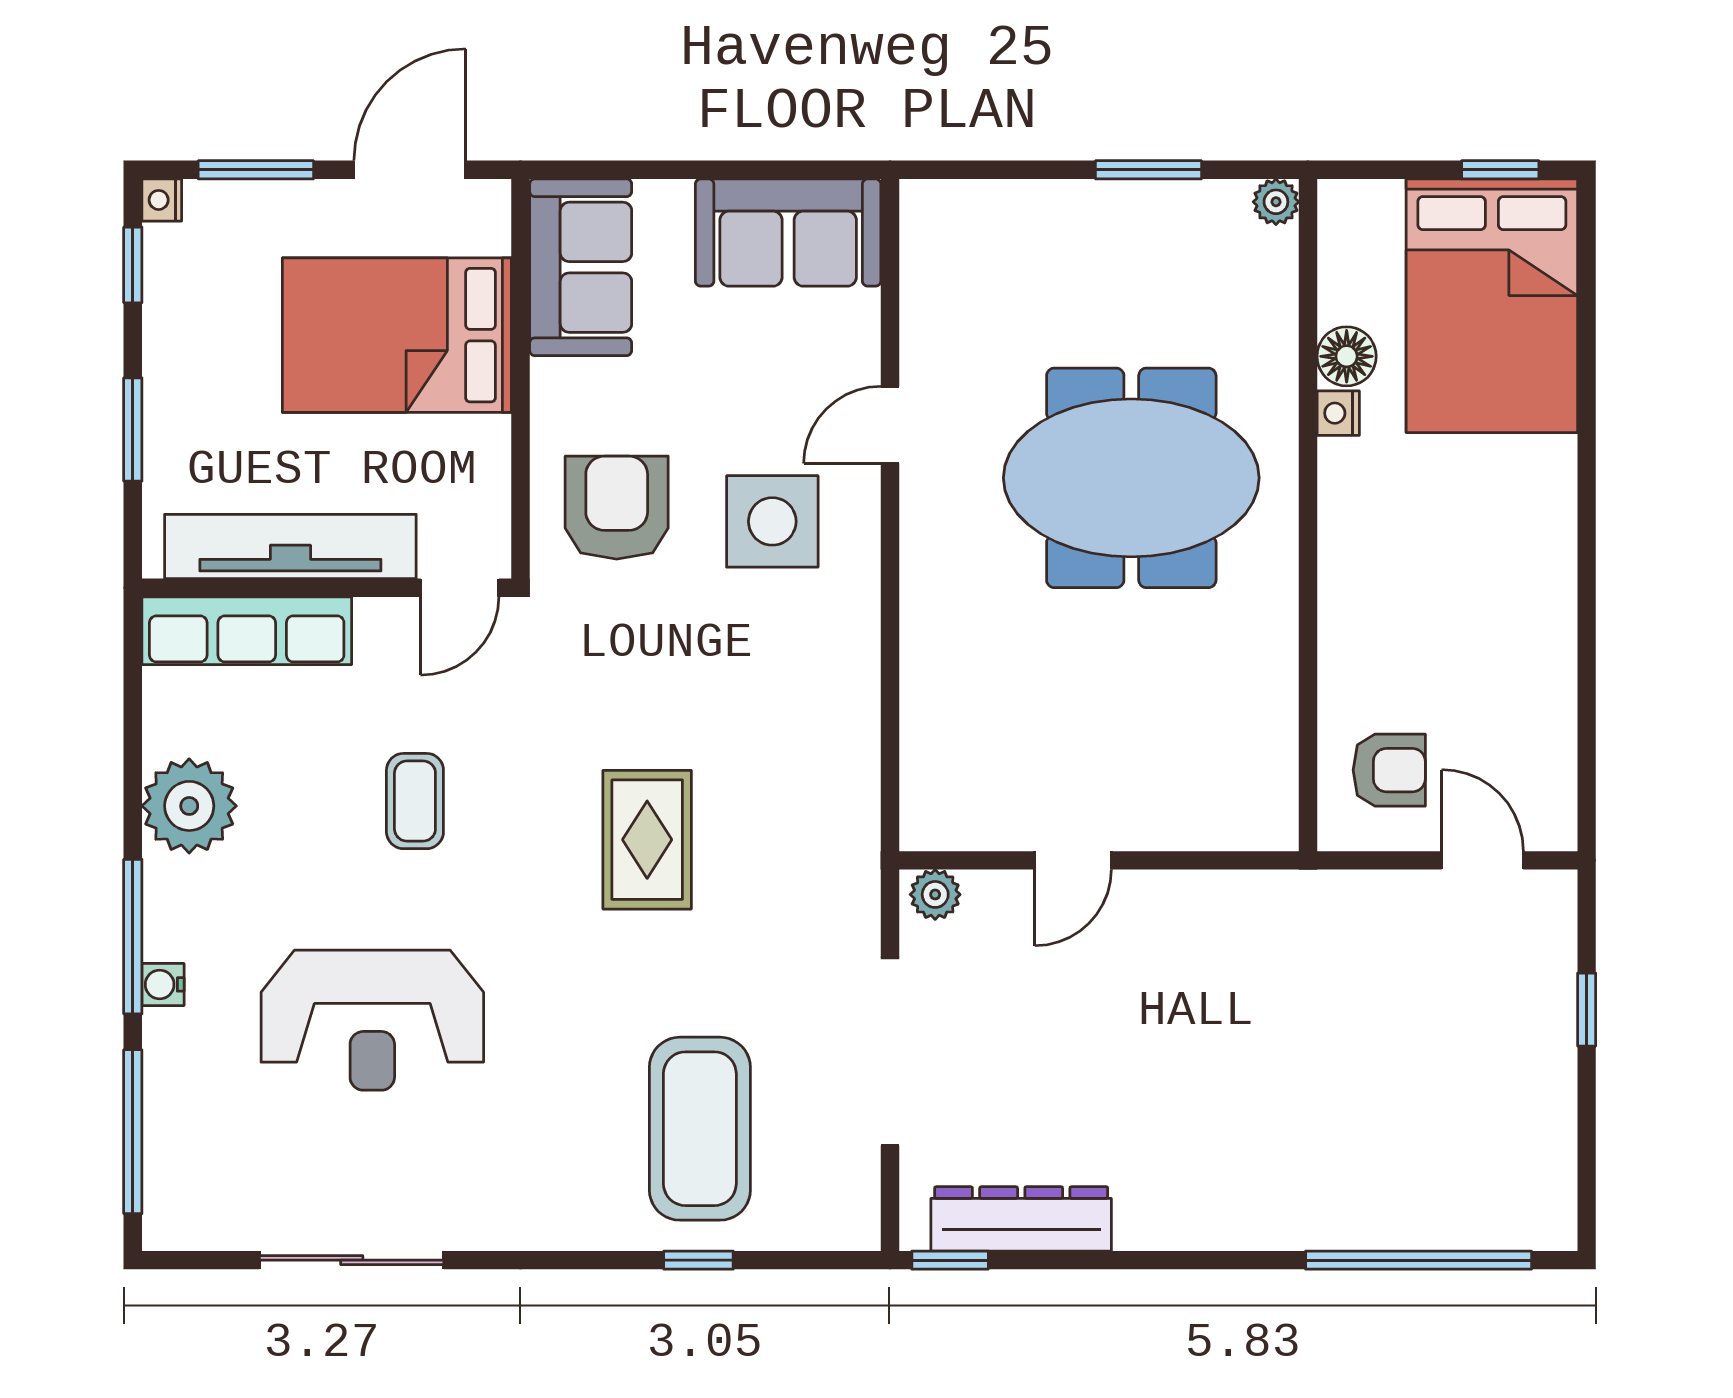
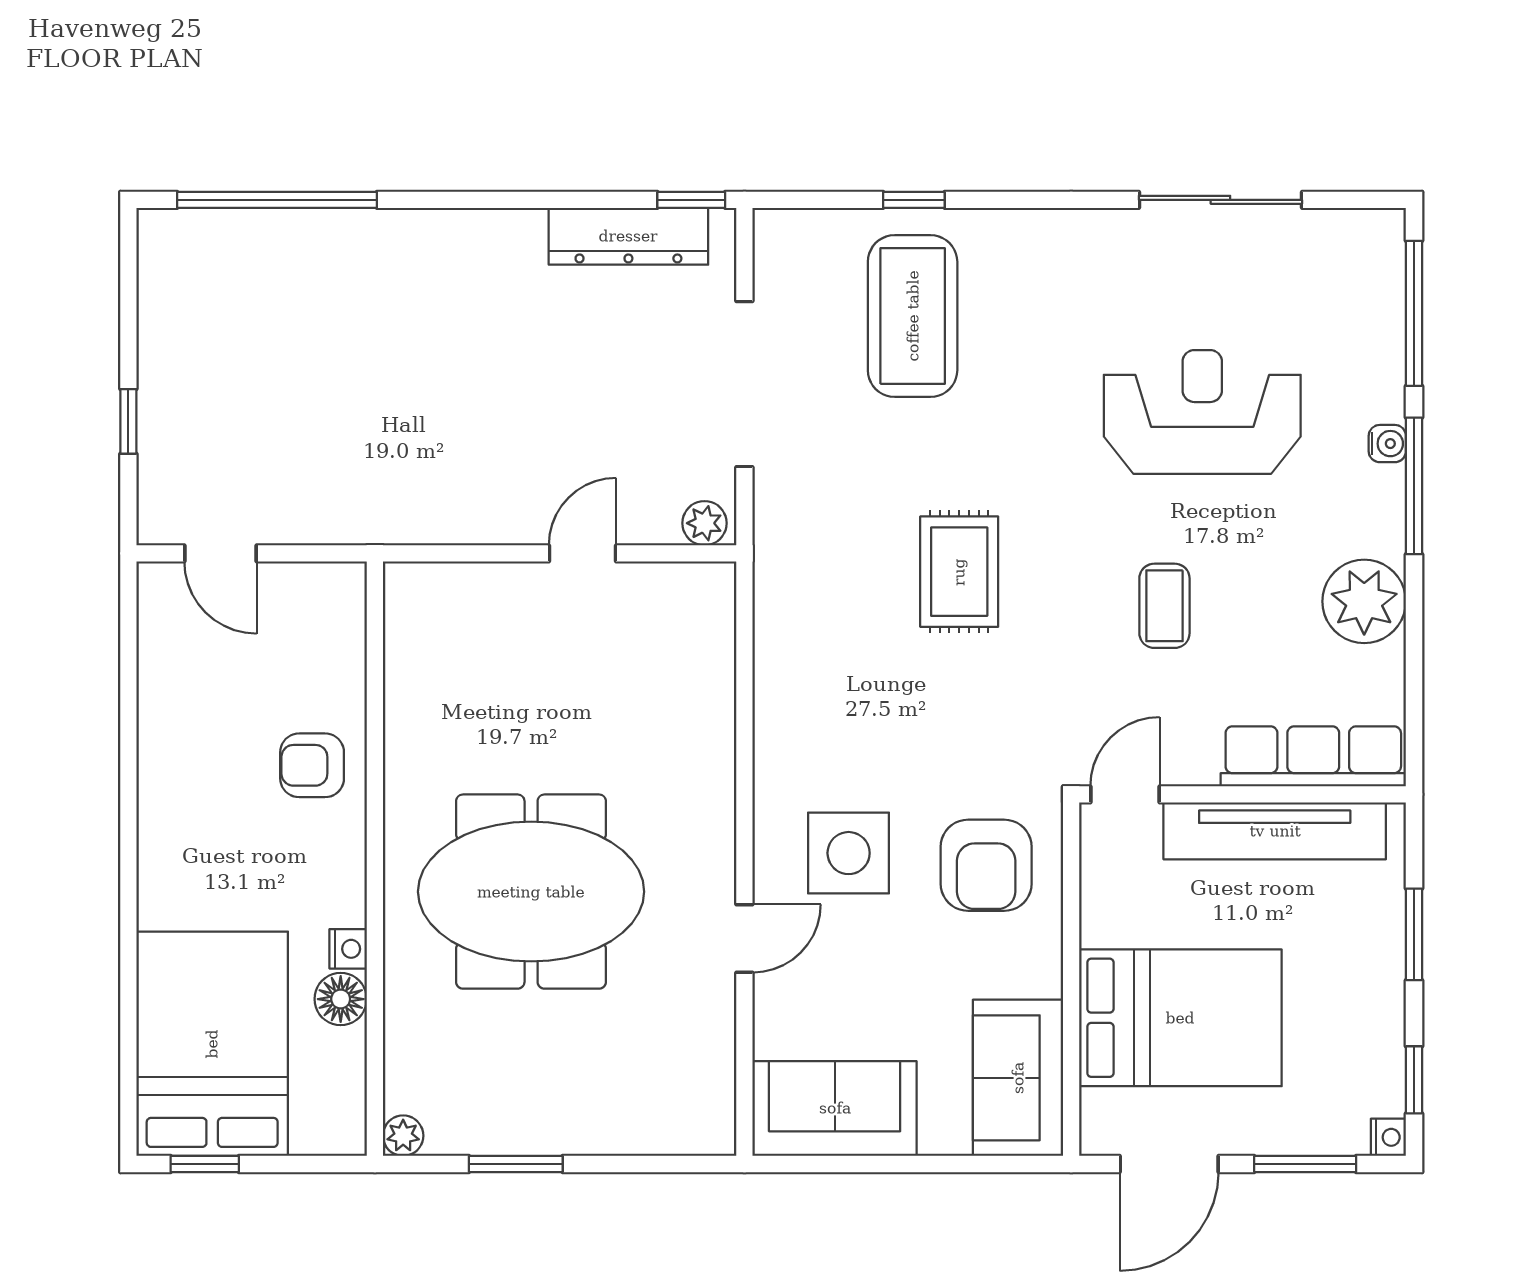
armchair: (1389, 770) -> (312, 765), moved

